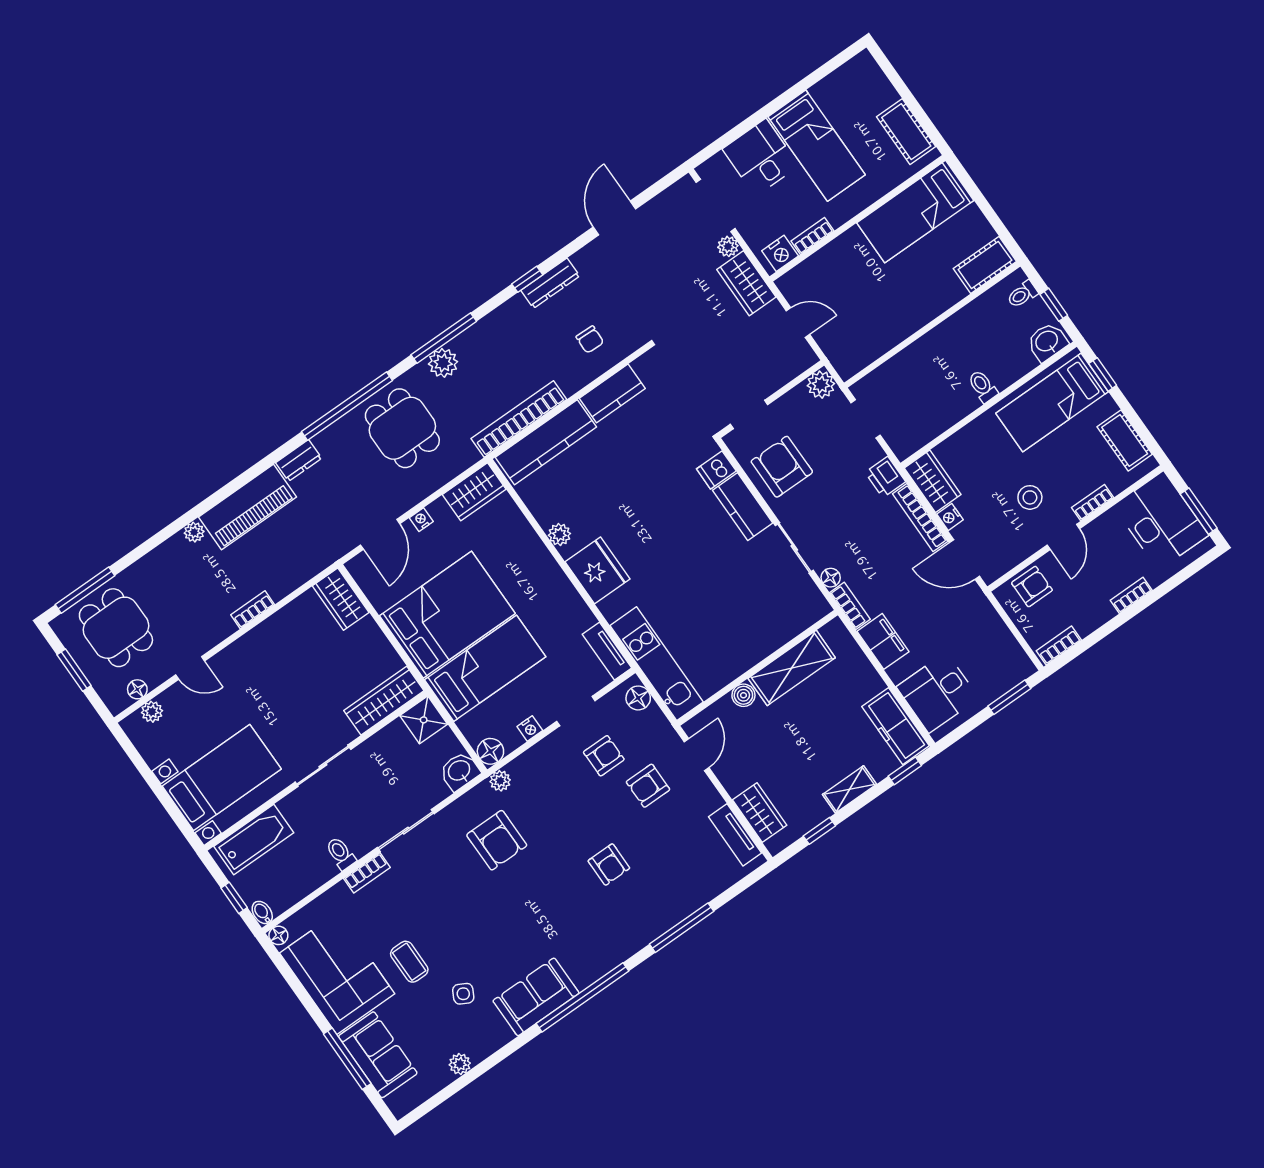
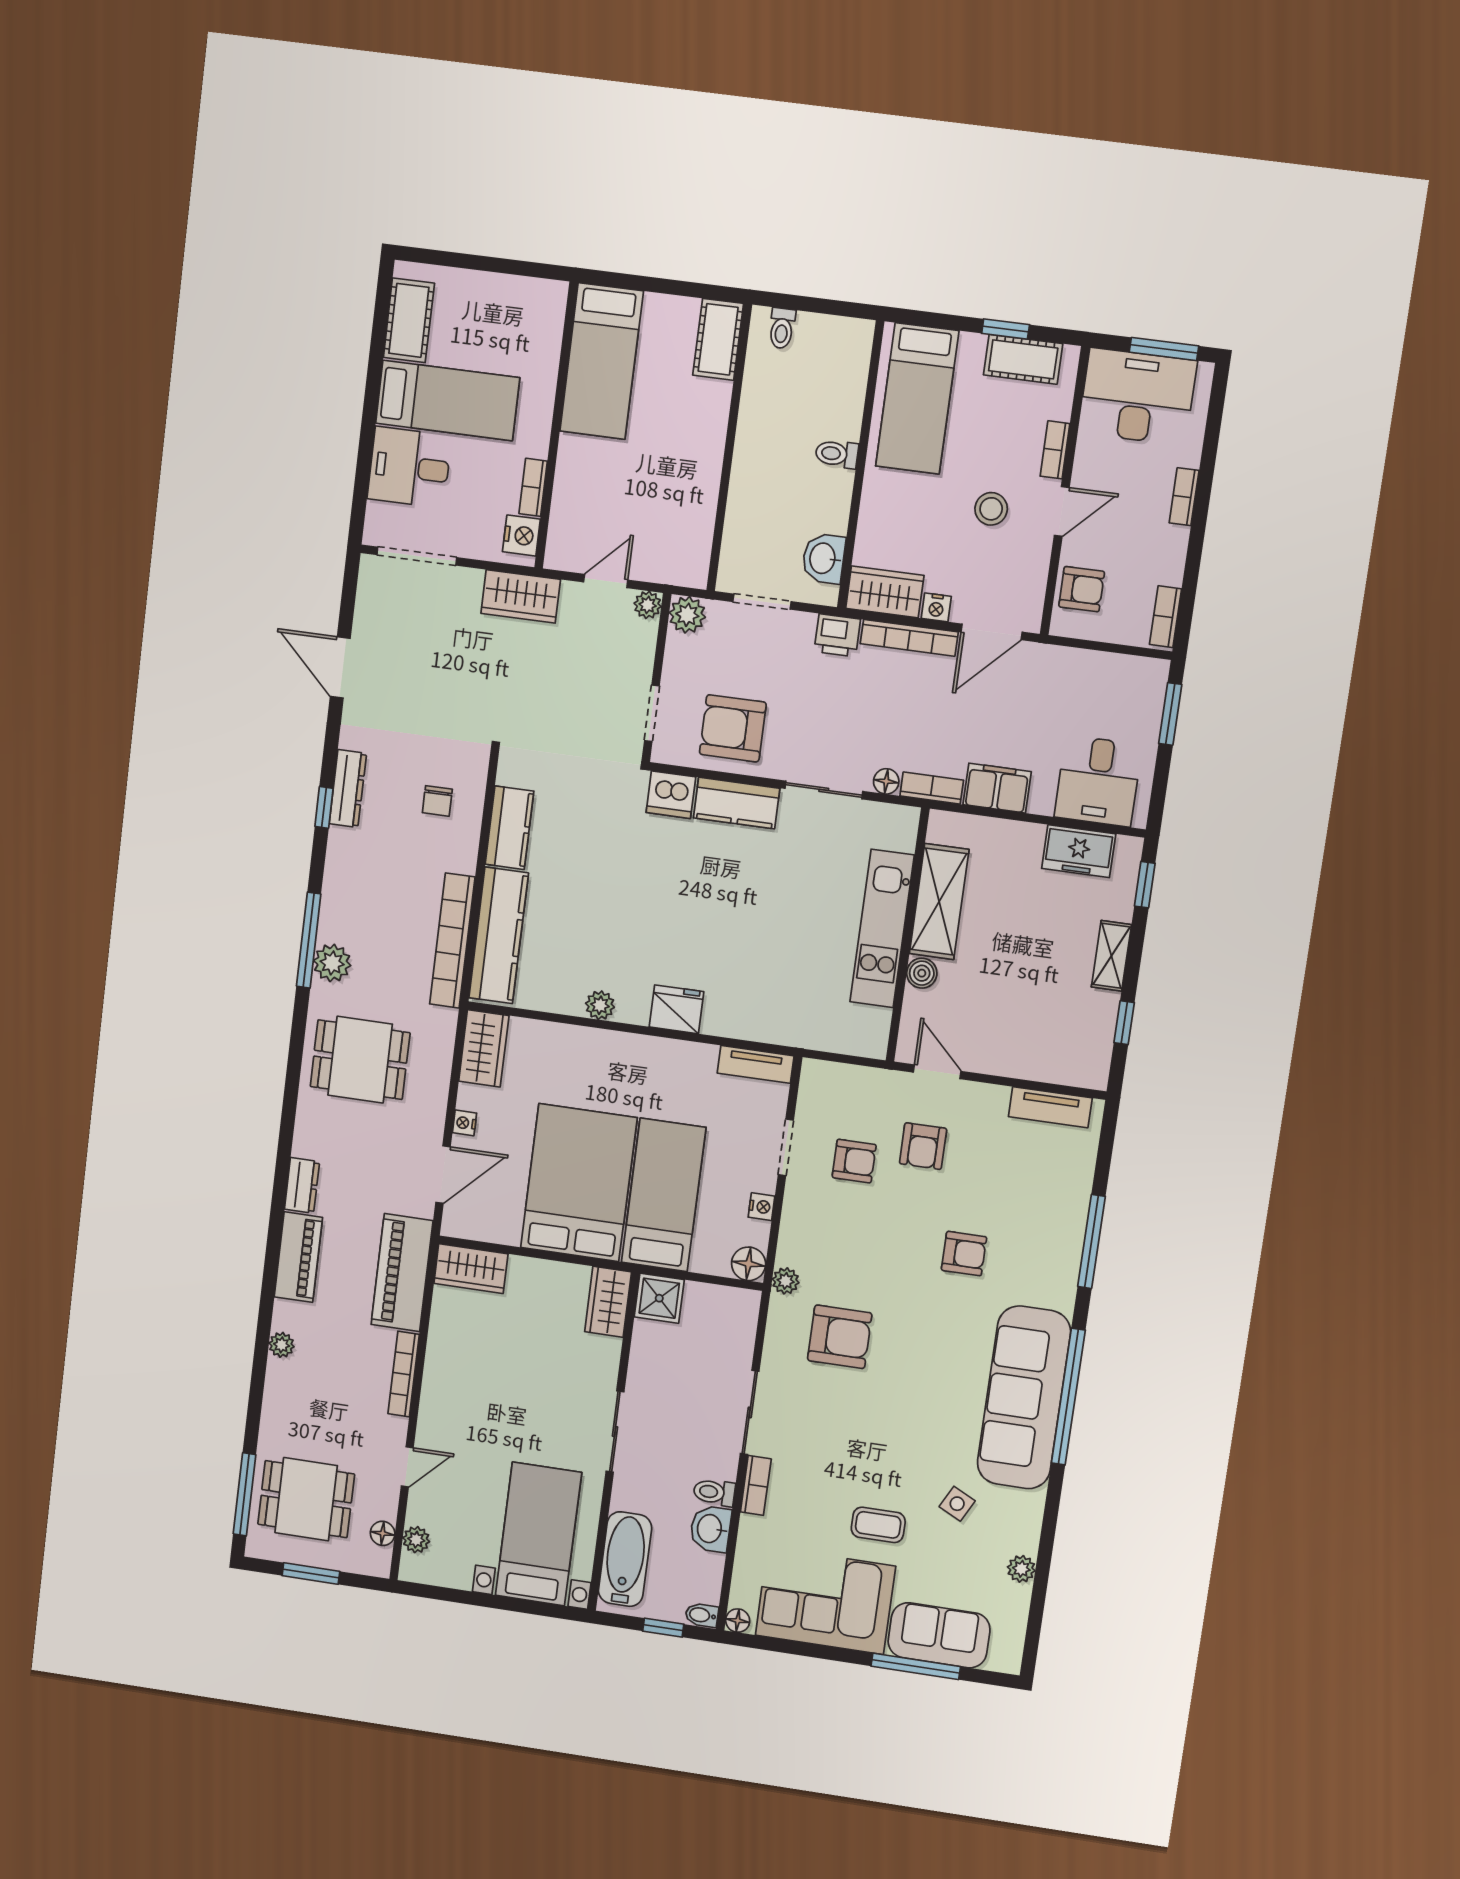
cot: (906, 132) -> (409, 320), moved, turned 90
plant: (728, 246) -> (648, 605), moved
window: (1054, 305) -> (821, 306), removed
chair: (590, 340) -> (437, 801), turned 88
washbasin: (1047, 342) -> (824, 558), moved
window: (1103, 374) -> (1006, 329), moved
window: (347, 406) -> (291, 1092), removed
dishwasher: (716, 470) -> (671, 795), width x1.38
piano: (247, 507) -> (298, 1257), width x0.73, depth x0.75
door: (380, 534) -> (443, 1175), hinge flipped
door: (1063, 537) -> (1062, 511), hinge flipped
piano: (301, 562) -> (402, 1273), added
fridge: (597, 570) -> (677, 1009), width x0.73, depth x0.75
armchair: (1032, 587) -> (1082, 589), turned 90
bookcase: (253, 610) -> (404, 1374), width x1.56
kitchen unit: (657, 664) -> (882, 929), moved, turned -90
floor lamp: (638, 698) -> (829, 1077), removed
wardrobe: (384, 701) -> (608, 1302), width x0.67
freezer: (896, 726) -> (1079, 851), width x0.71
armchair: (604, 756) -> (854, 1161), turned 90
washbasin: (460, 771) -> (710, 1529), moved
wardrobe: (760, 813) -> (1051, 1064), removed
sofa: (536, 997) -> (1024, 1398), width x1.85, depth x1.27

